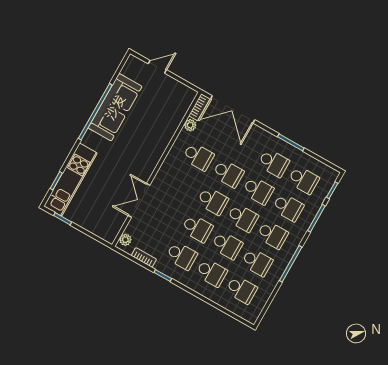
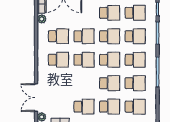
double door: (139, 200) -> (36, 98), moved
school desk: (197, 228) -> (58, 60), moved

